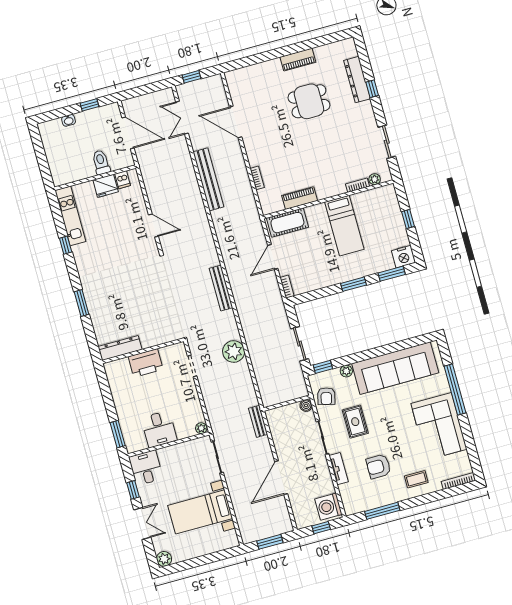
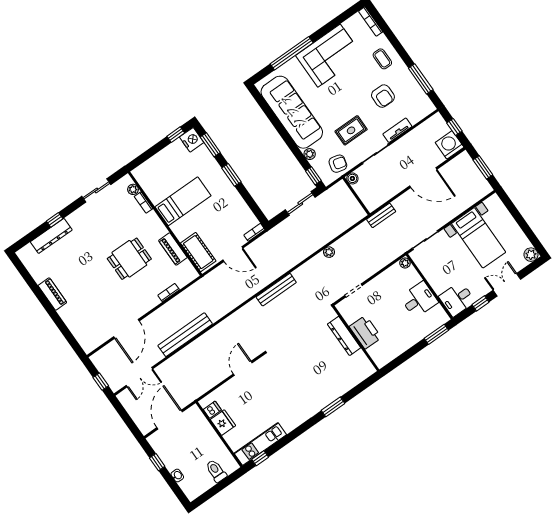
dining table: (309, 101) -> (129, 259), moved, turned 90
toilet: (101, 162) -> (216, 471), moved, turned 90
window: (408, 219) -> (176, 135), moved
window: (66, 245) -> (260, 458), moved
dresser: (120, 348) -> (344, 336), moved
plant: (234, 352) -> (329, 252), width x0.53, depth x0.53
washing machine: (328, 507) -> (450, 145), moved, turned 180

